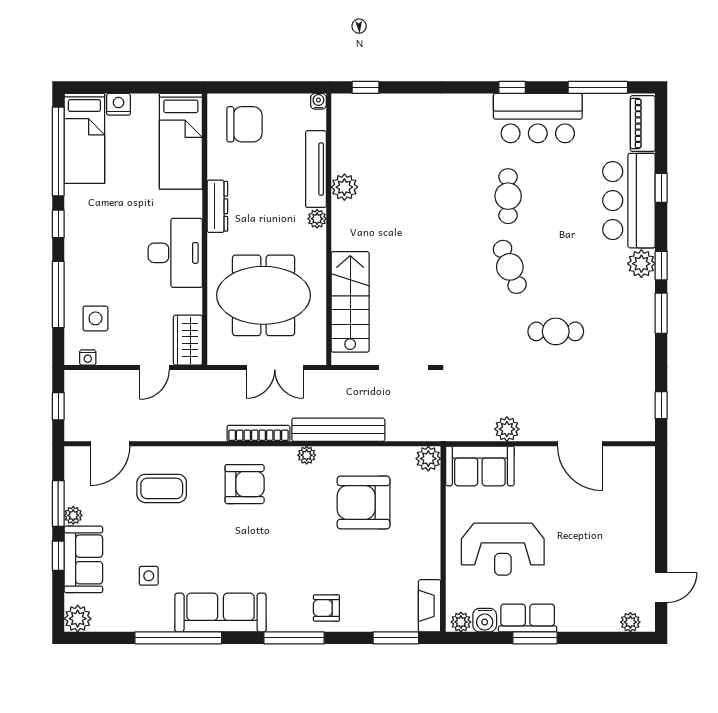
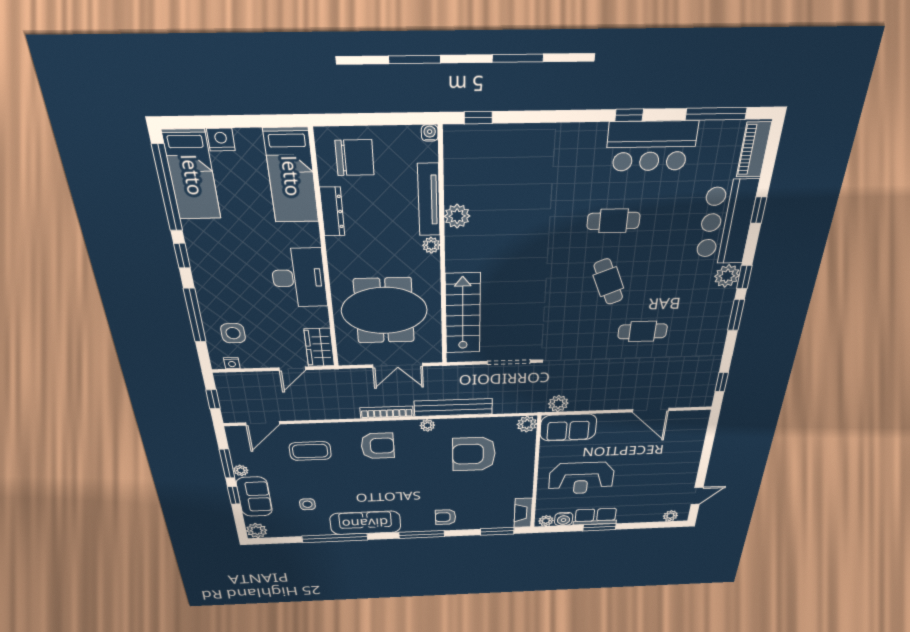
cafe table: (508, 196) -> (613, 221), turned 90
dresser: (217, 206) -> (332, 212), moved
plant: (507, 429) -> (558, 404), moved

